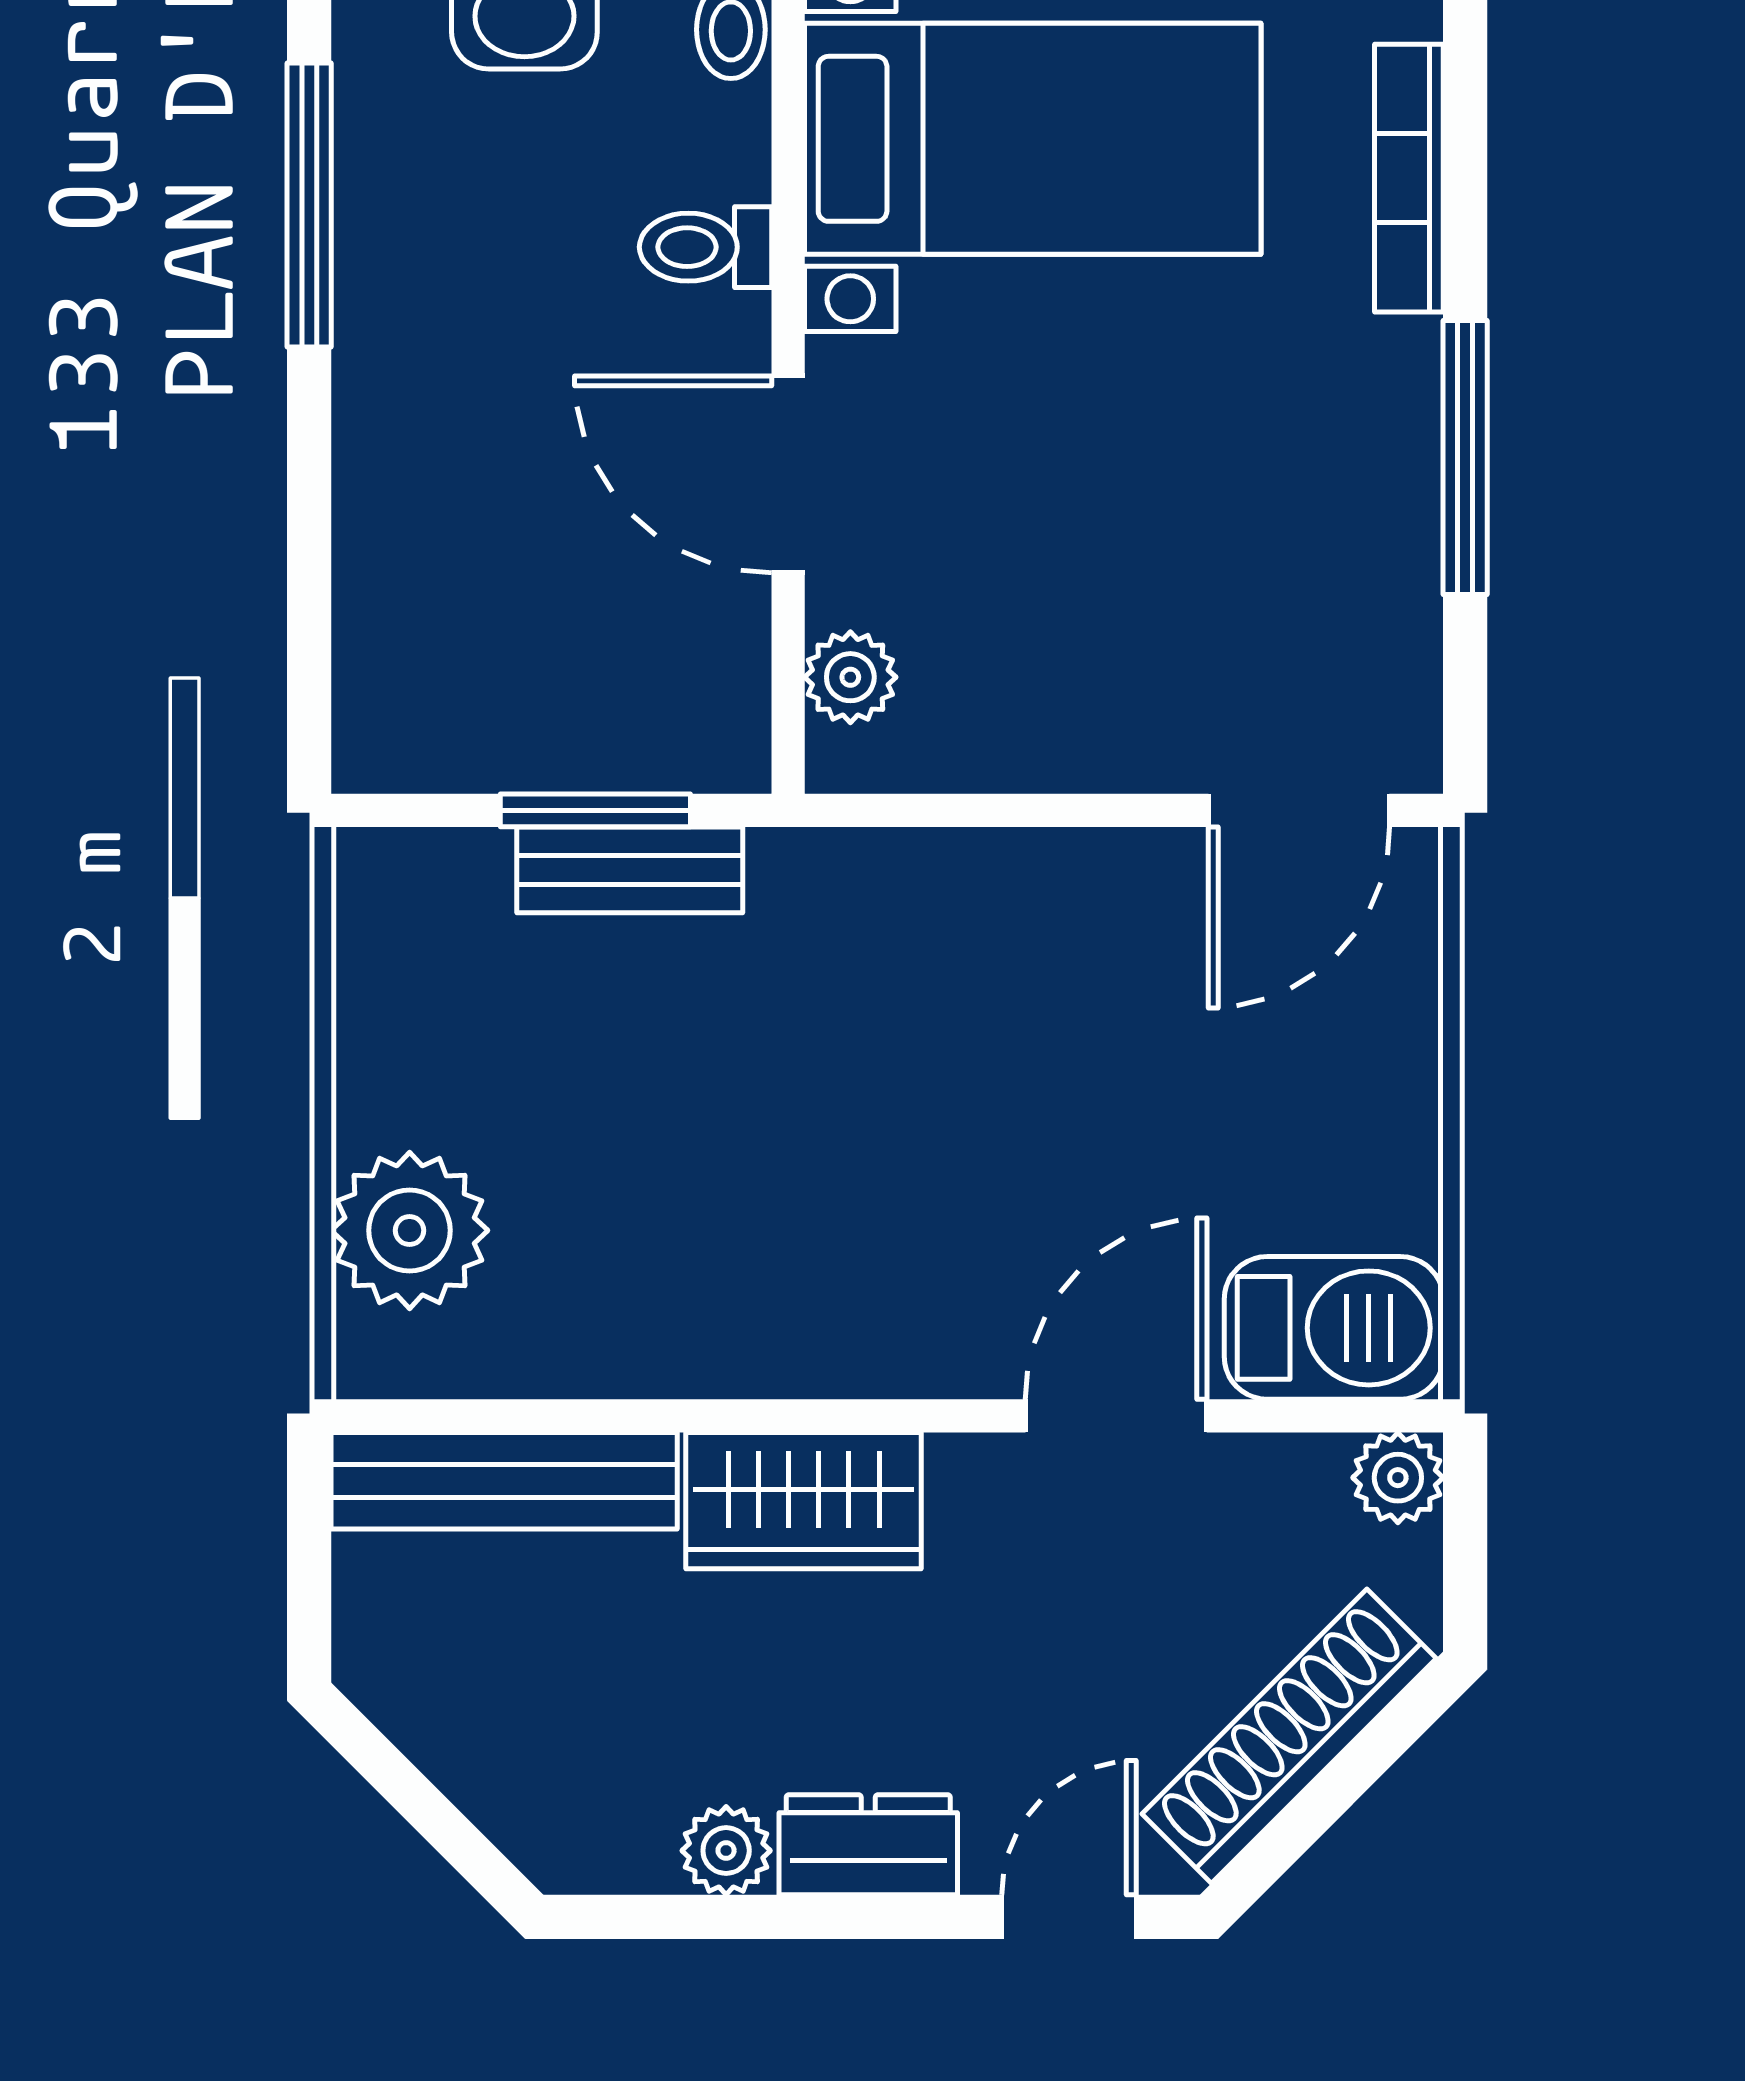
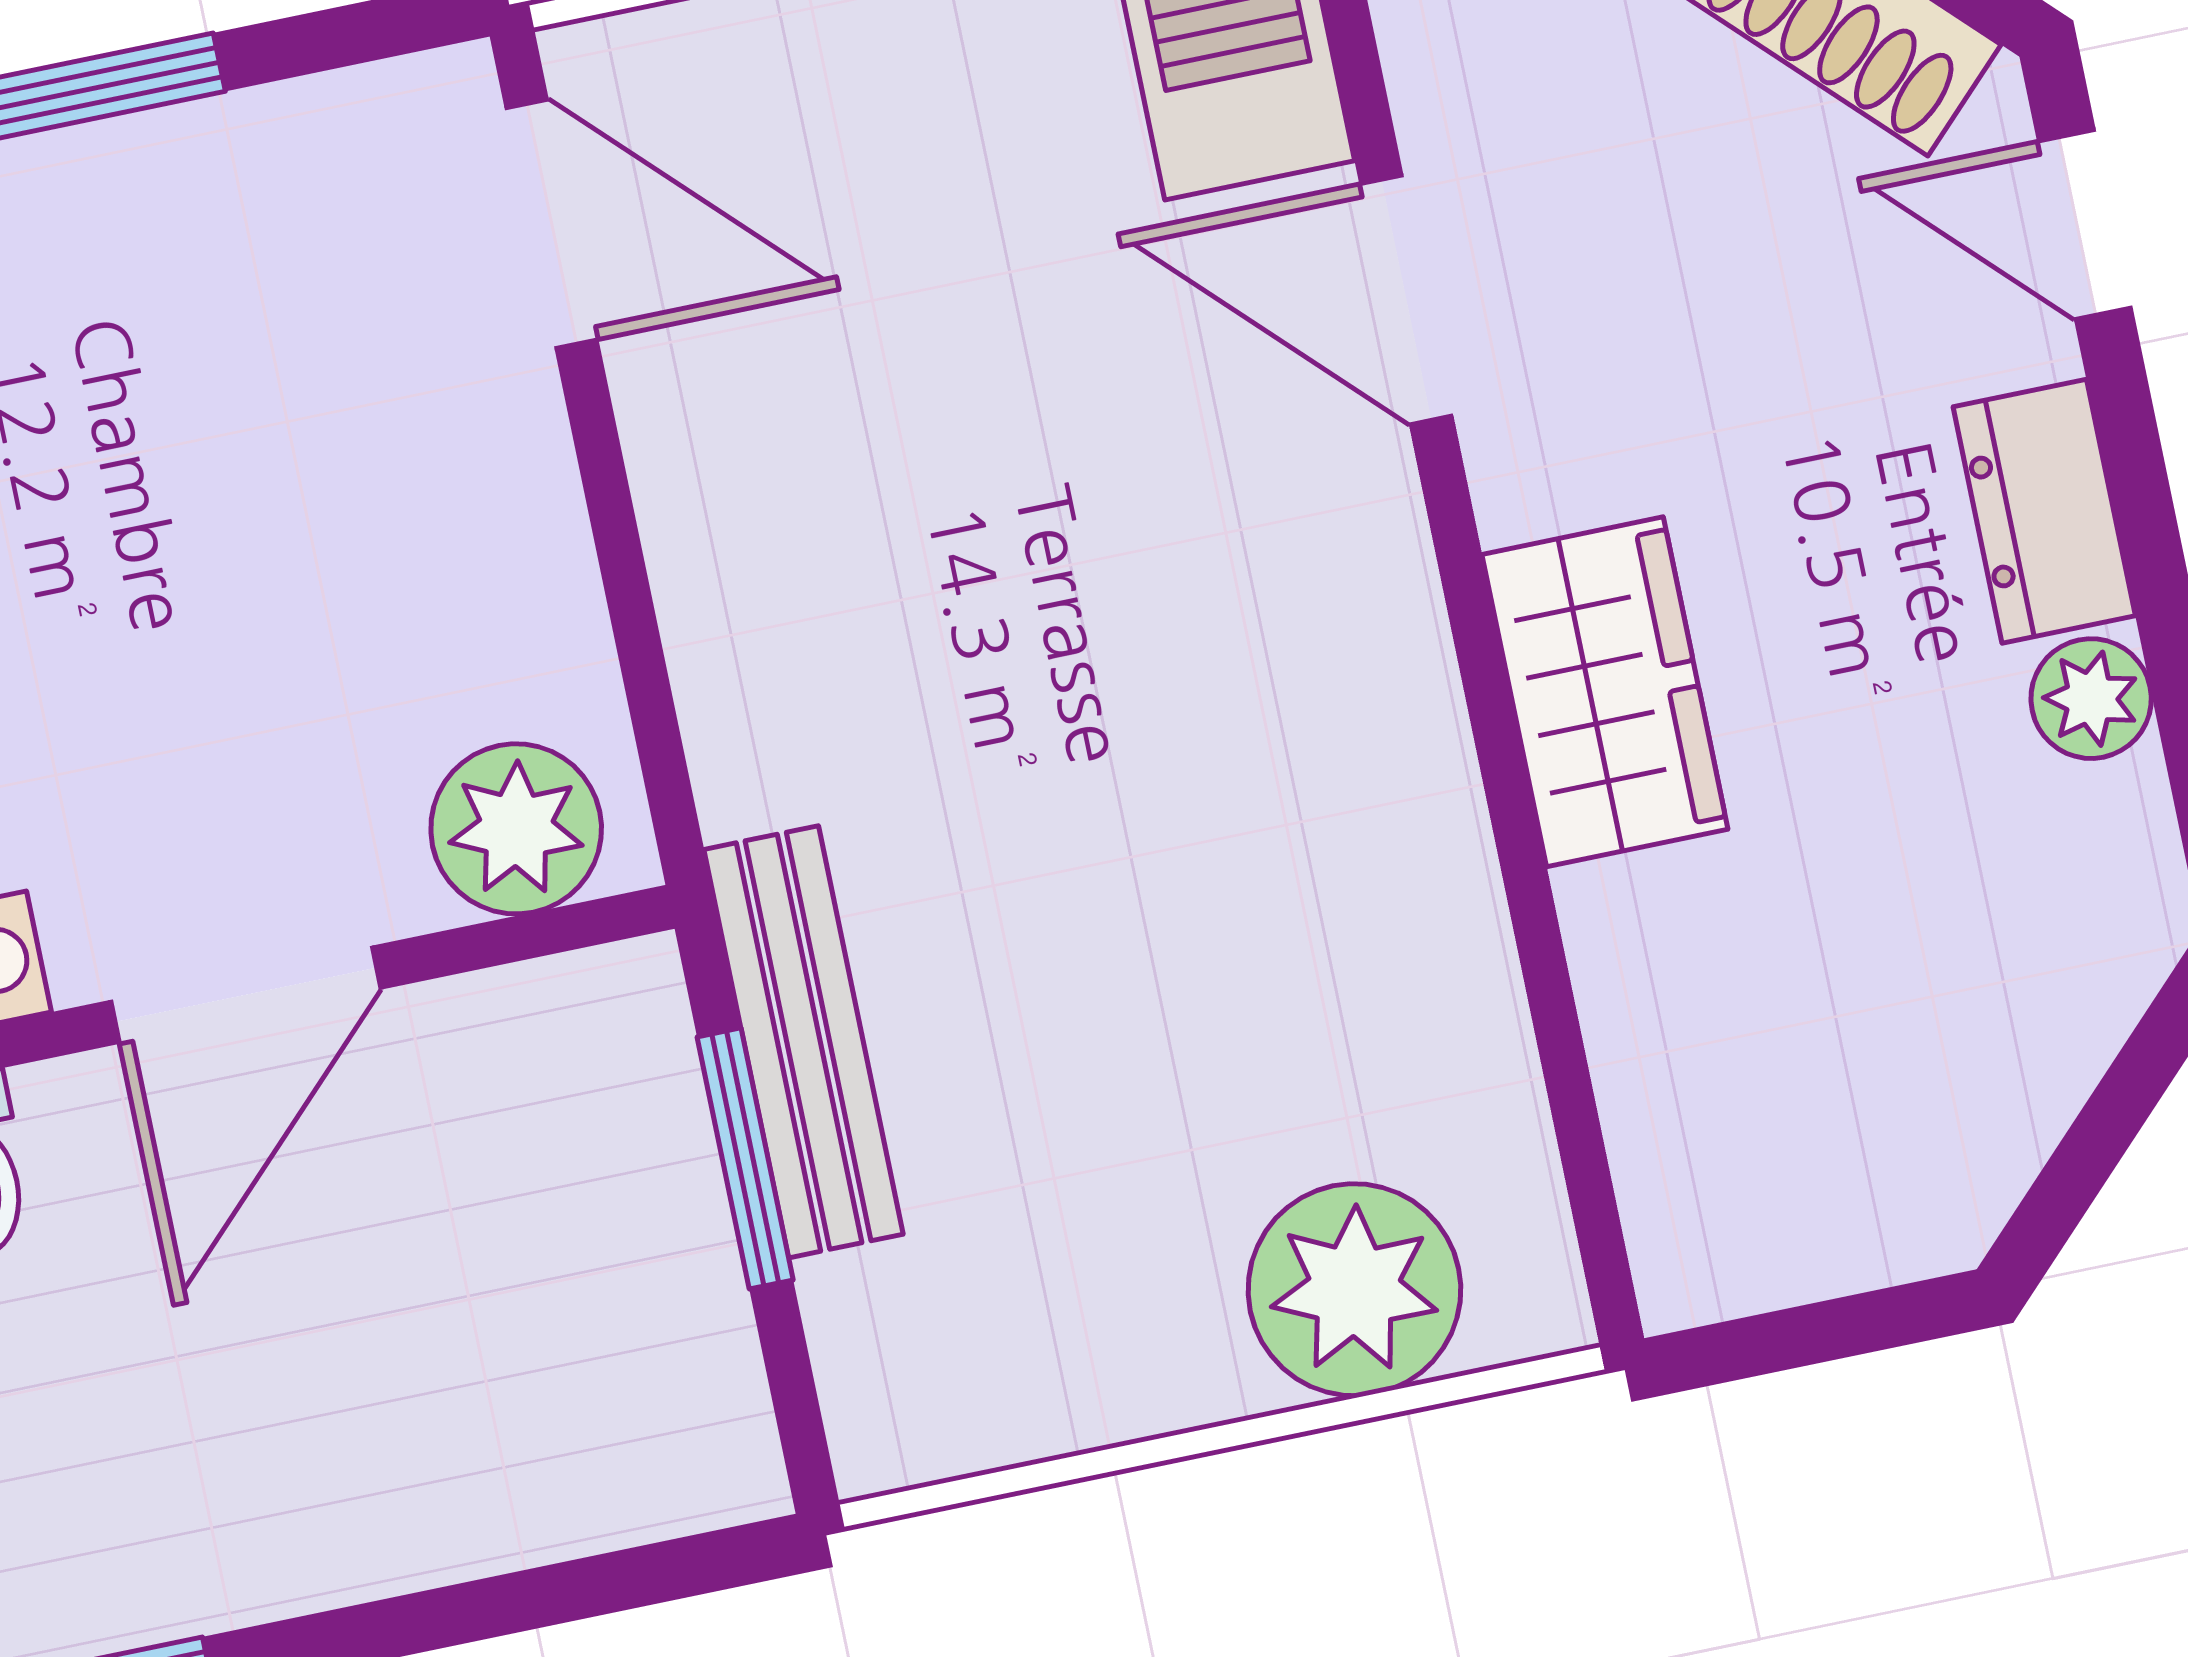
plant: (850, 677) -> (516, 829), width x1.38, depth x1.38
bench: (630, 870) -> (804, 1042), width x1.36
bench: (504, 1481) -> (1661, 1095), removed

